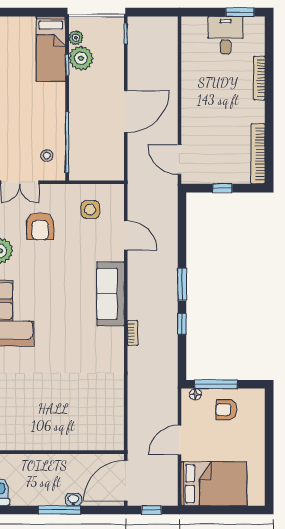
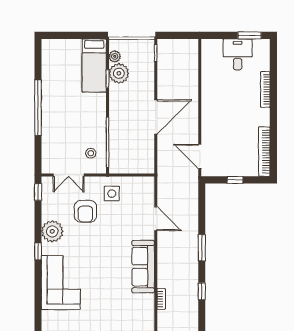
side table: (90, 210) -> (112, 194), moved
window: (182, 284) -> (202, 248), moved

